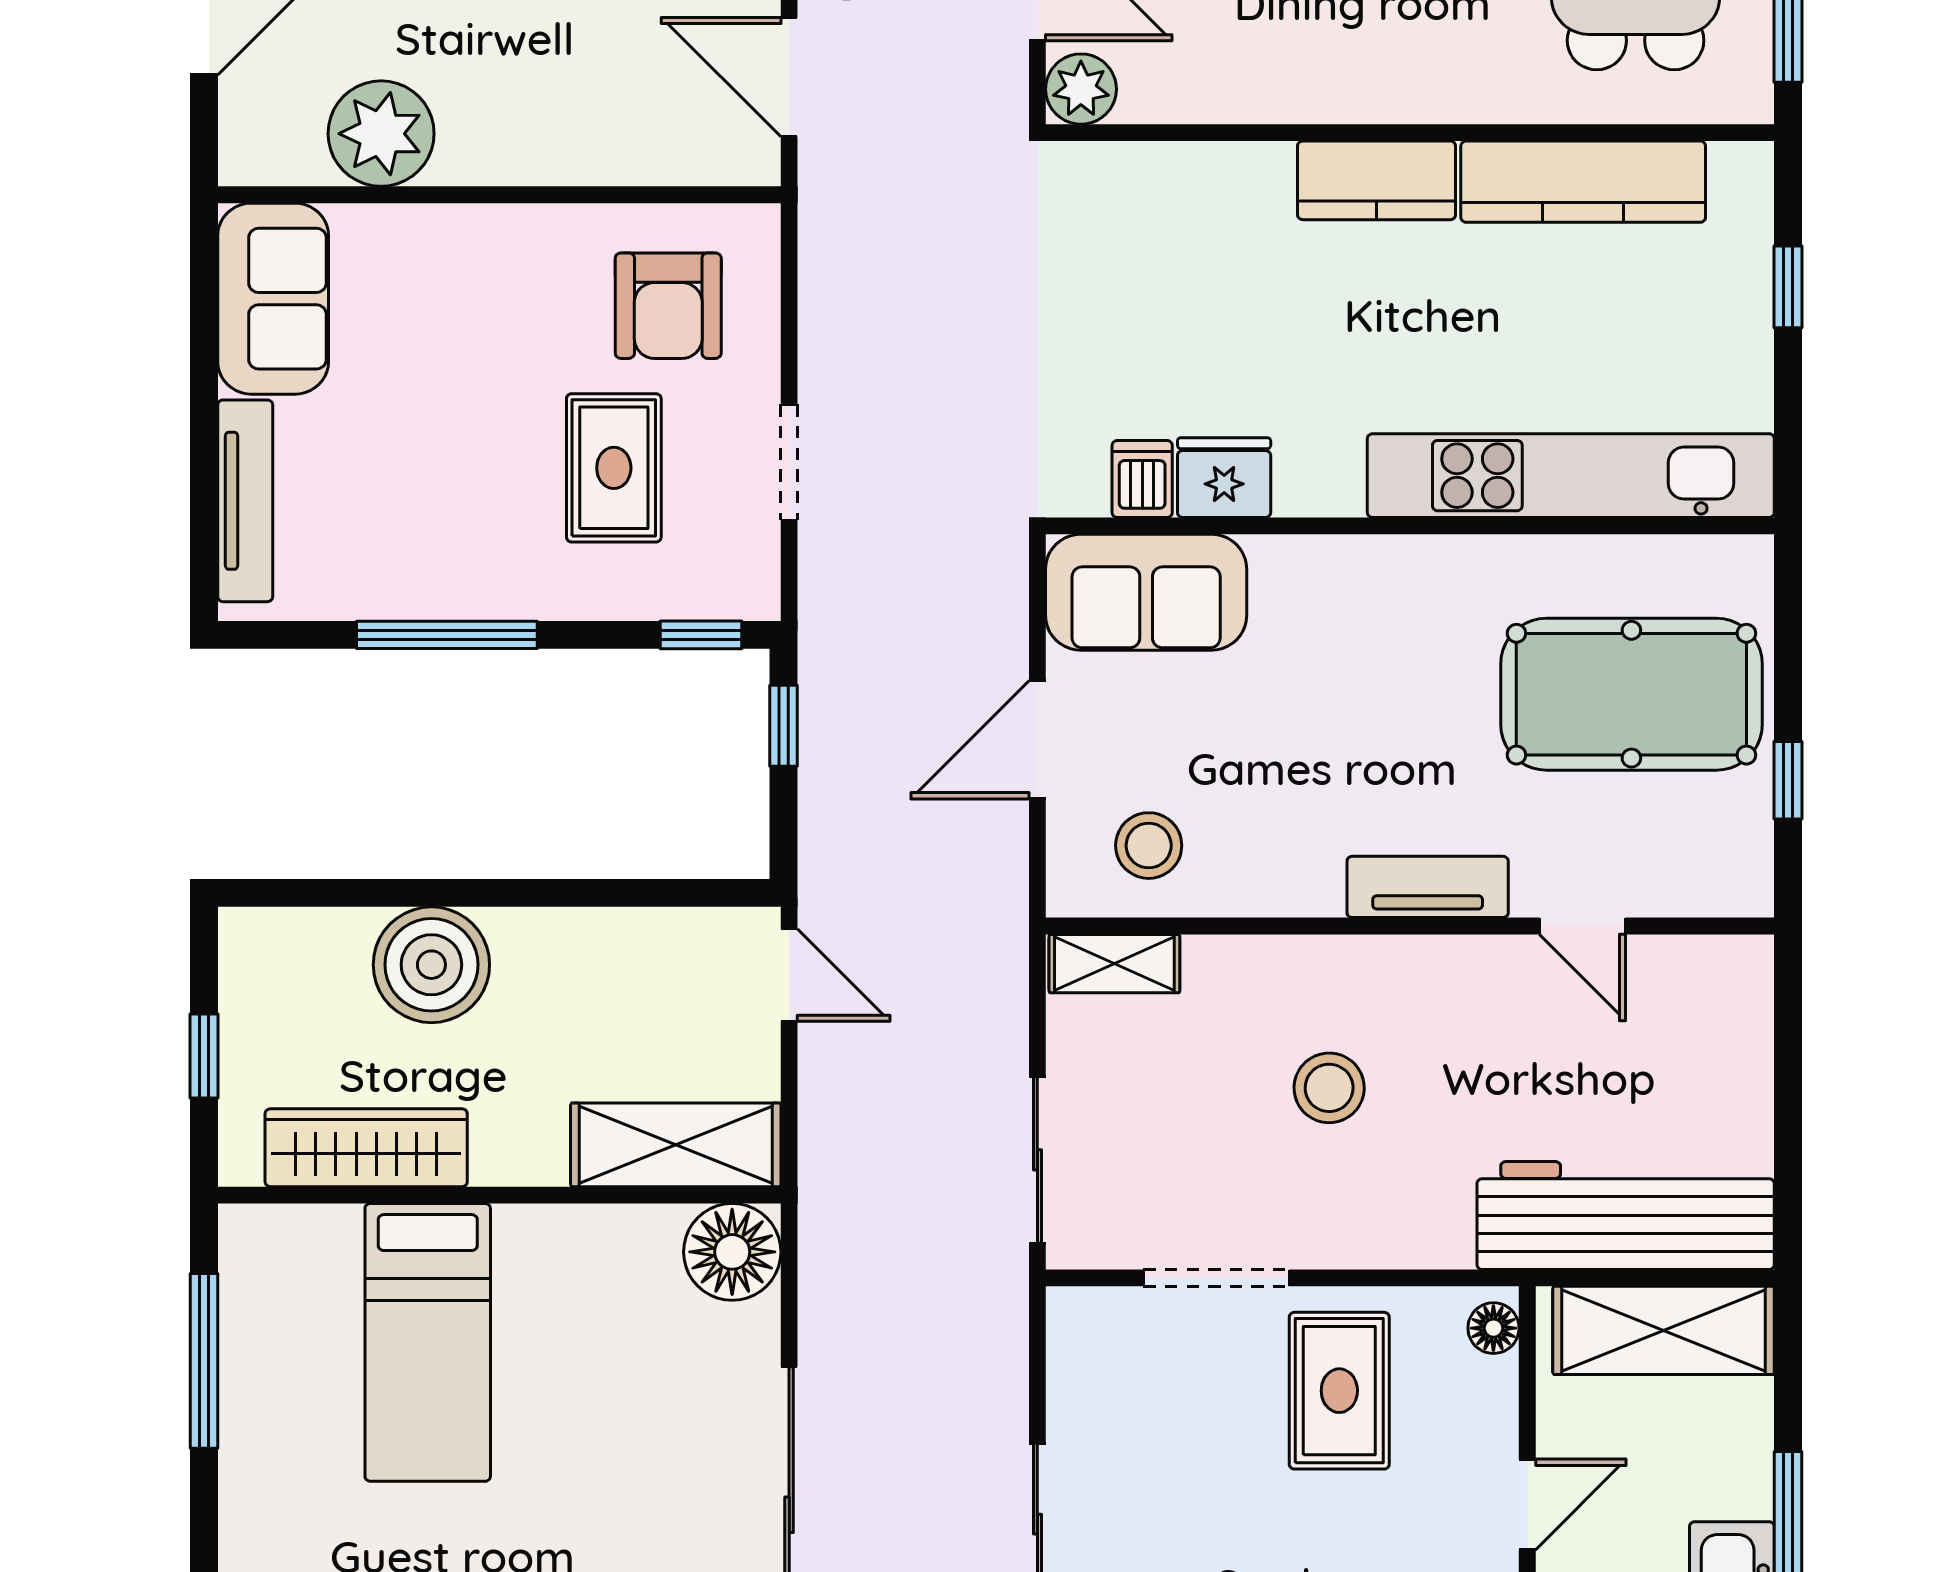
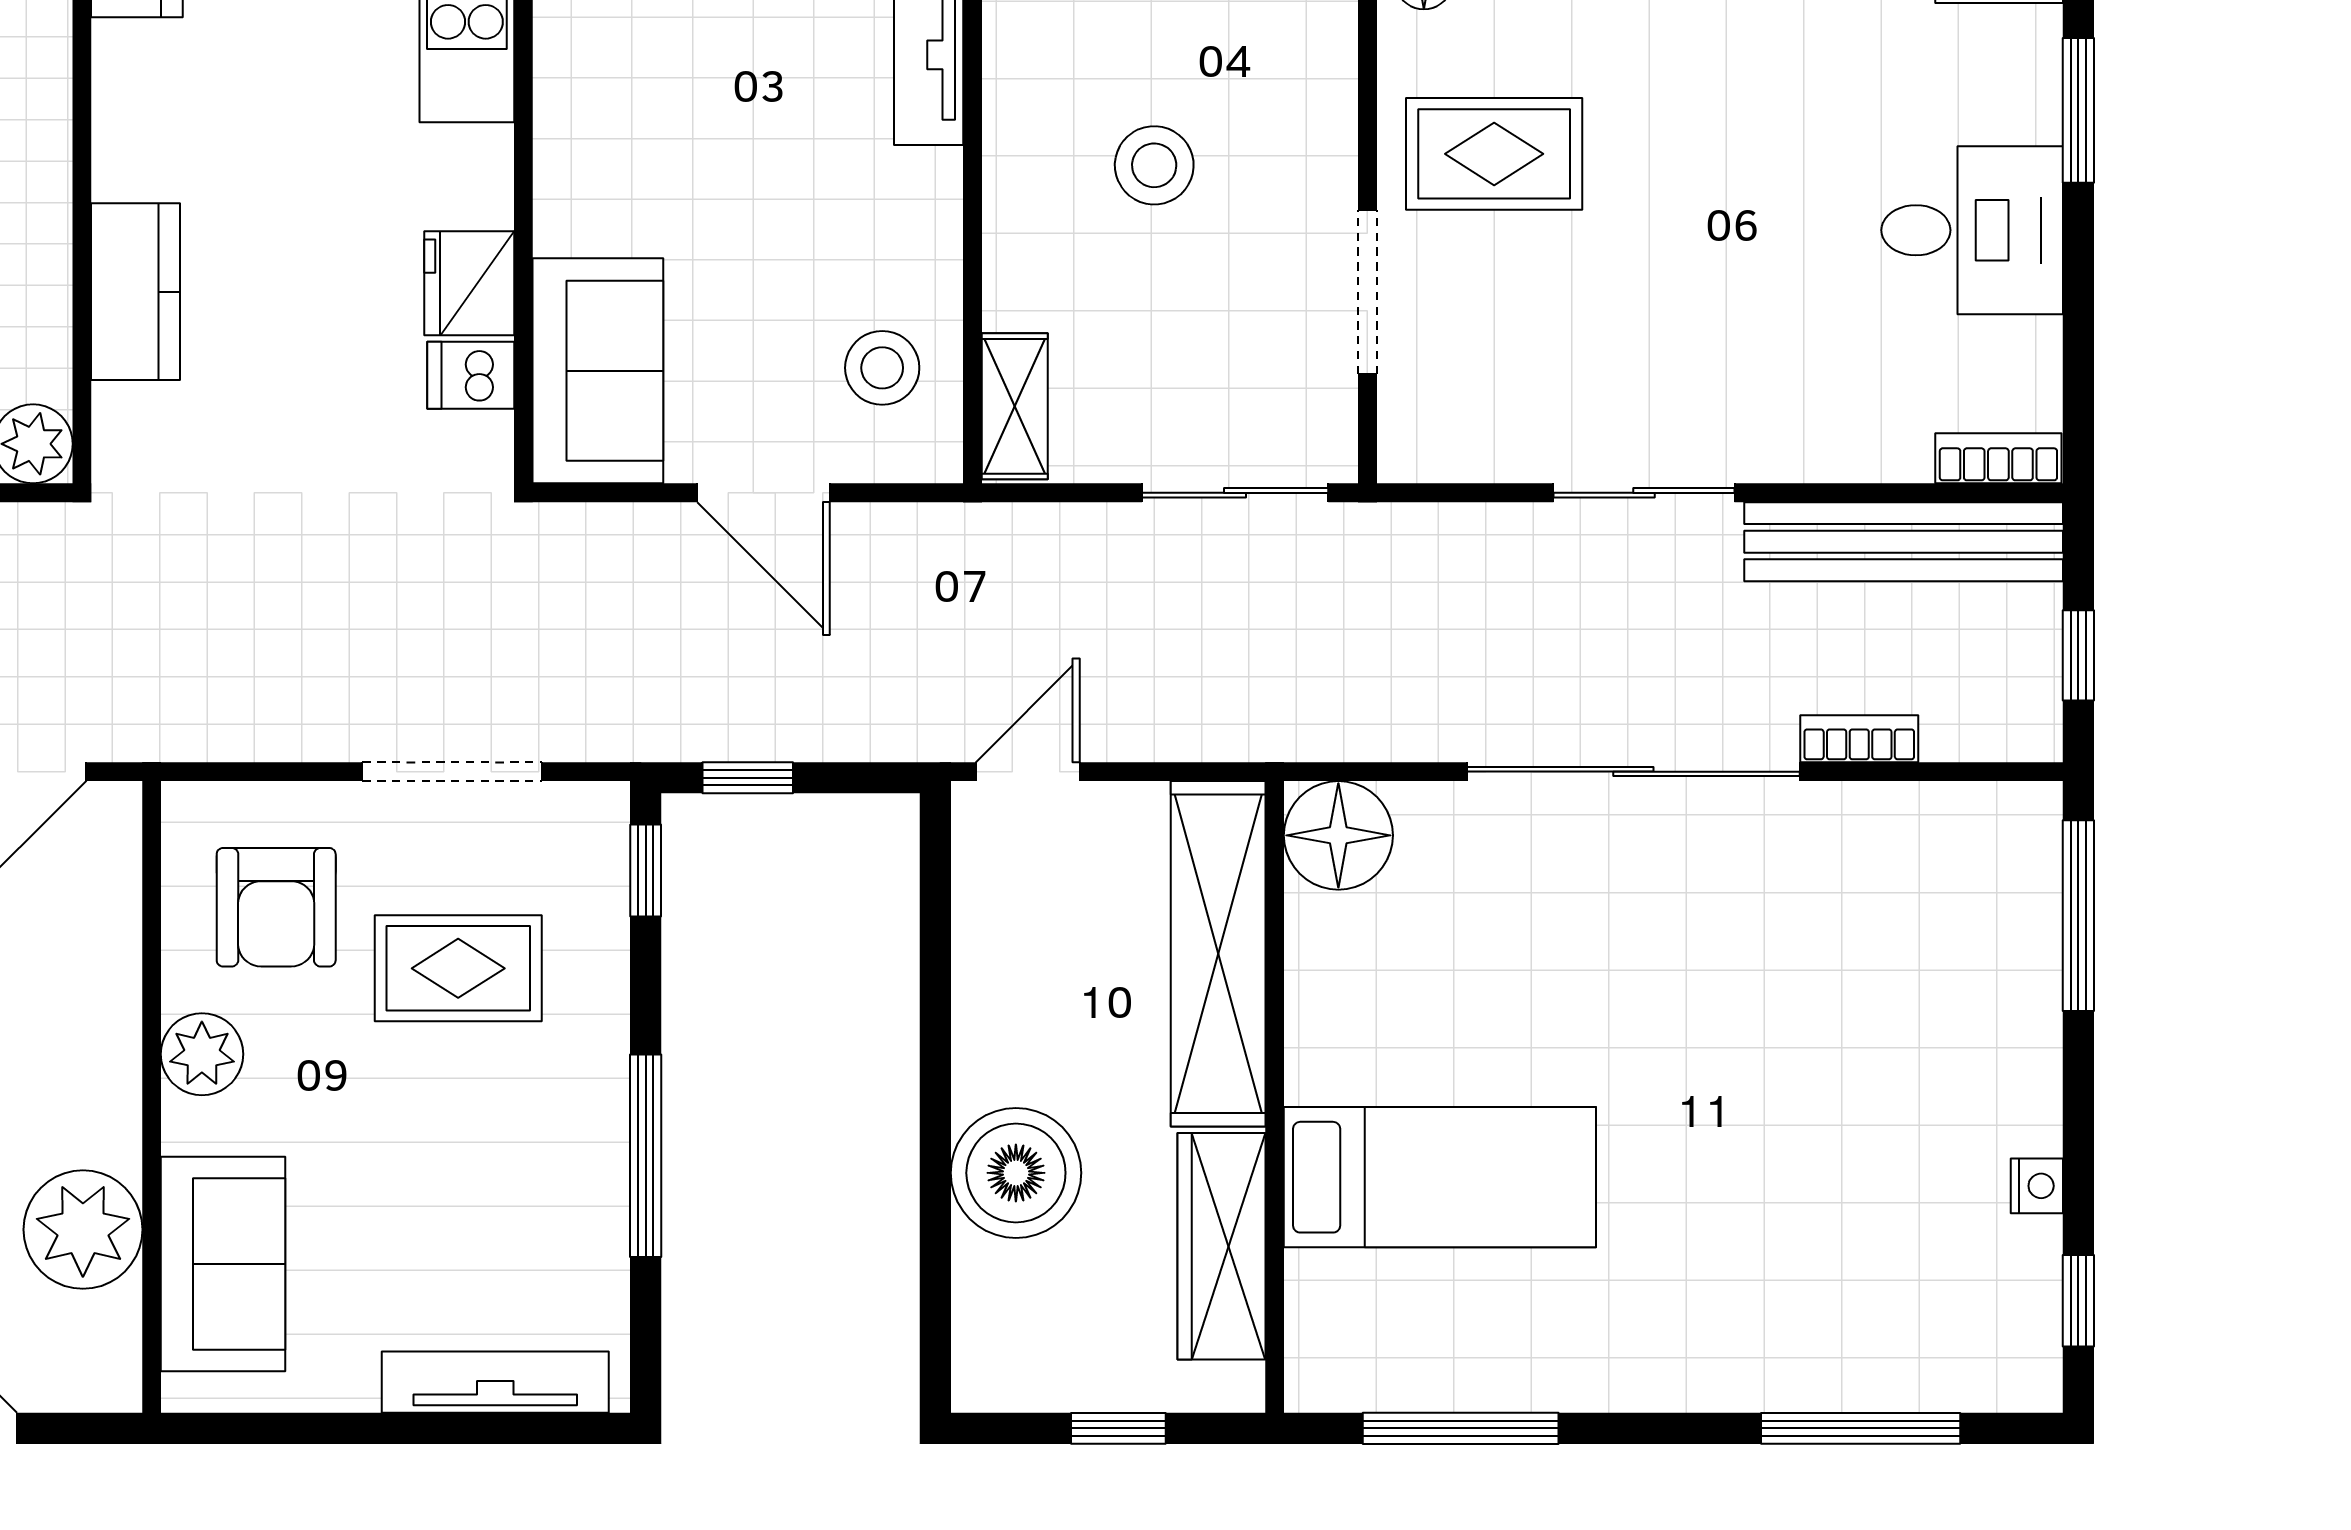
kitchen counter: (1377, 180) -> (135, 292), moved
plant: (537, 240) -> (202, 1054), added
sofa: (273, 299) -> (223, 1264), moved, turned 90
armchair: (668, 306) -> (276, 907), turned 90
doorway: (789, 462) -> (452, 772), width x1.38
shelving: (676, 1145) -> (1218, 954), width x1.47

